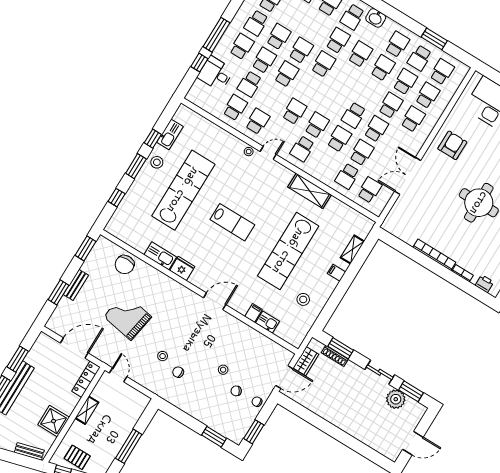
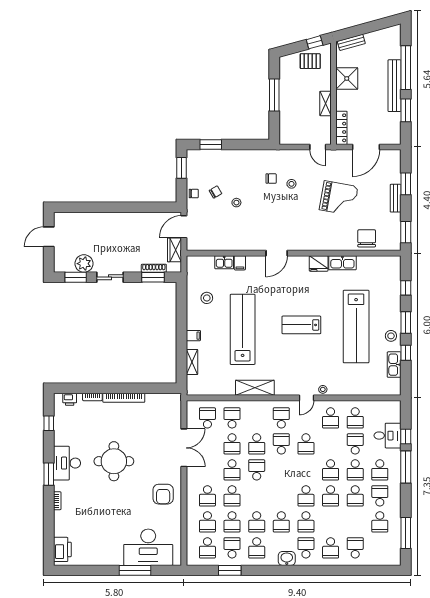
school desk: (317, 125) -> (281, 444), turned 180
school desk: (370, 190) -> (207, 418), turned 180

